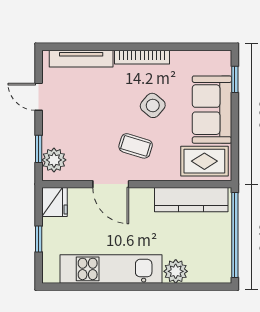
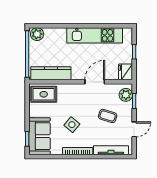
door: (39, 97) -> (134, 129), hinge flipped
sofa: (212, 110) -> (40, 136), moved
coffee table: (136, 146) -> (108, 116), moved
door: (111, 184) -> (95, 82), hinge flipped
plant: (176, 271) -> (37, 34), moved

